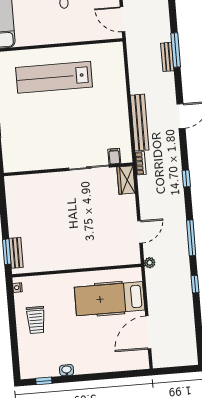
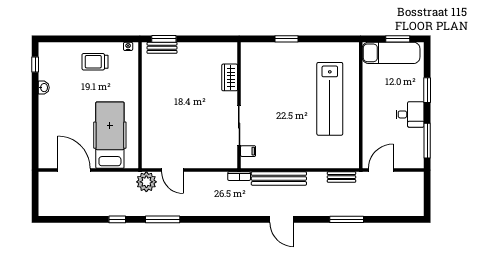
bench: (167, 57) -> (341, 177), moved
lab bench: (54, 77) -> (330, 99), turned 180
window: (186, 178) -> (221, 219), removed
wardrobe: (126, 180) -> (230, 77), moved, turned -90
plant: (150, 263) -> (146, 182), width x1.88, depth x1.88

